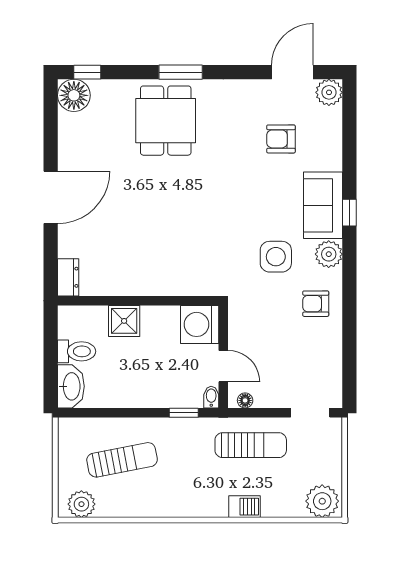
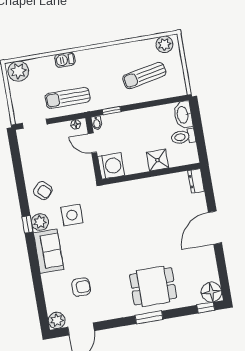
dining table: (166, 121) -> (153, 286), turned 90
window: (349, 213) -> (28, 224), moved
armchair: (316, 304) -> (43, 191), turned 43

